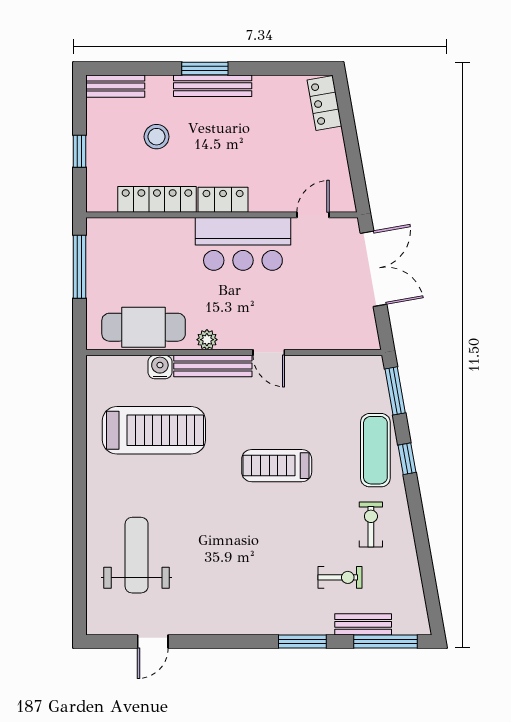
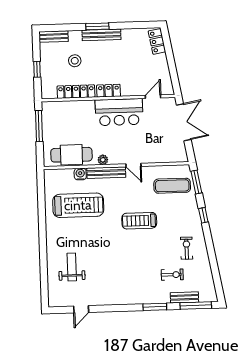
exercise mat: (375, 450) -> (172, 186), moved, turned 90
weight bench: (137, 555) -> (72, 267), width x0.73, depth x0.75

